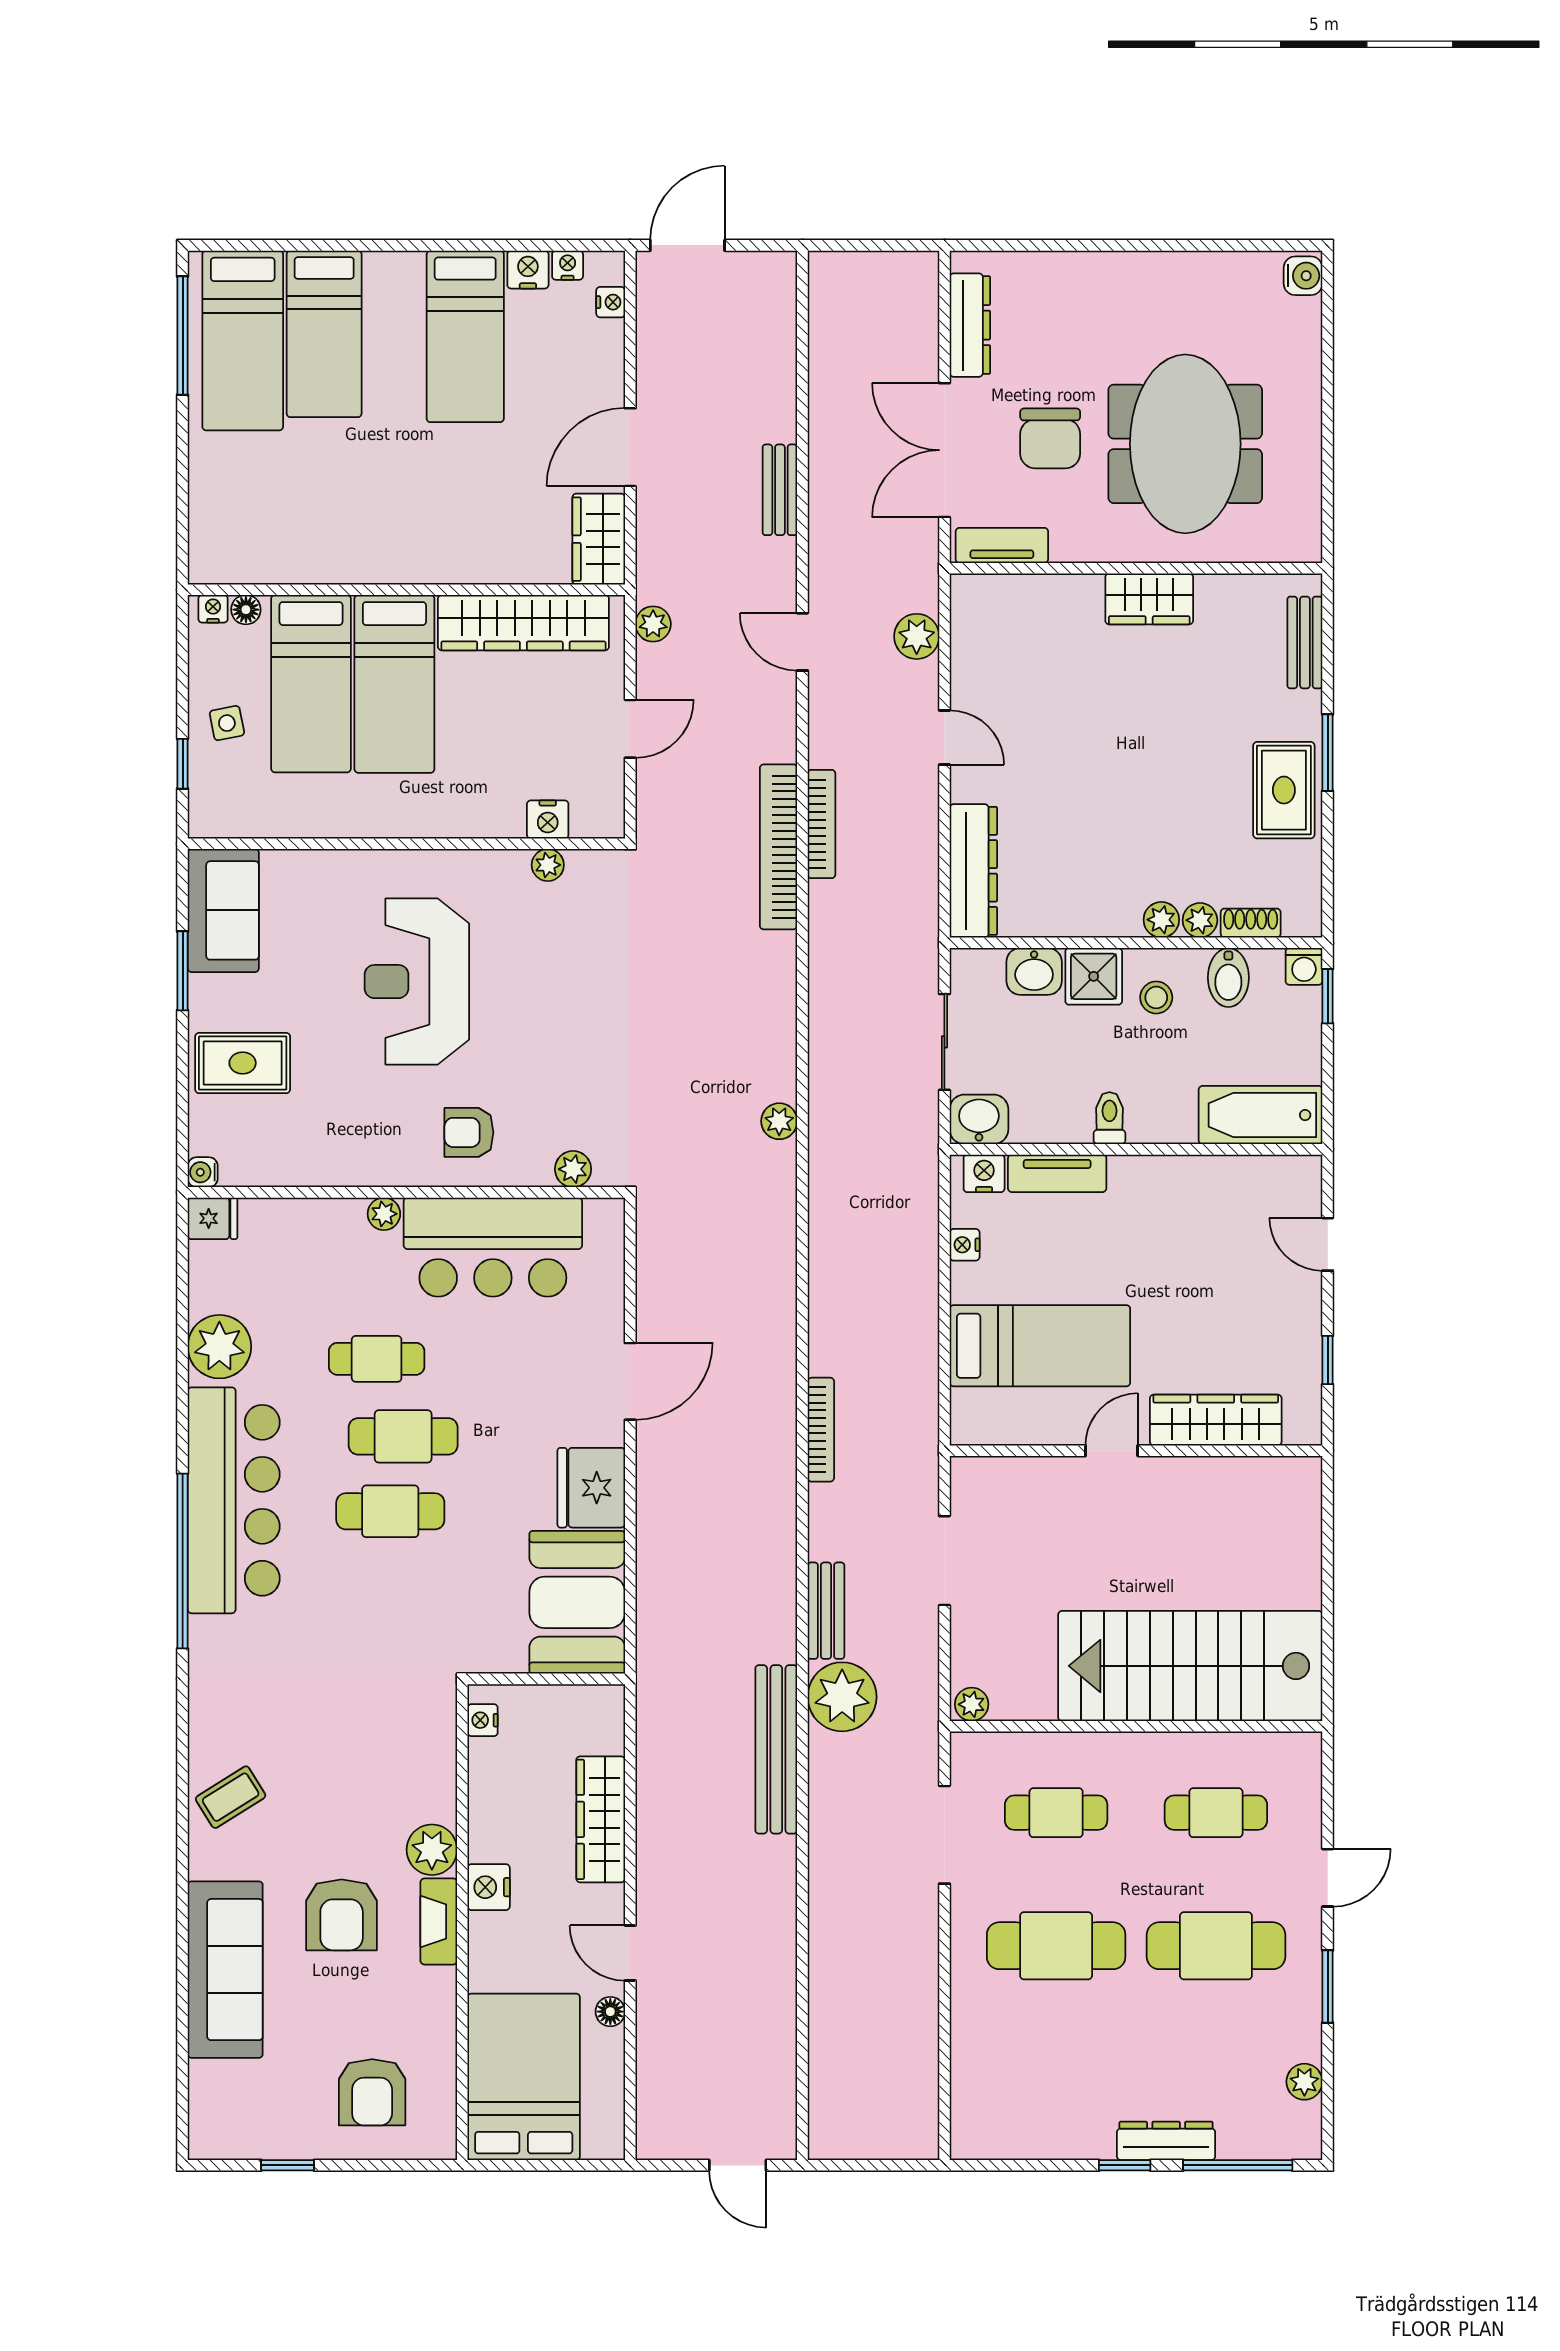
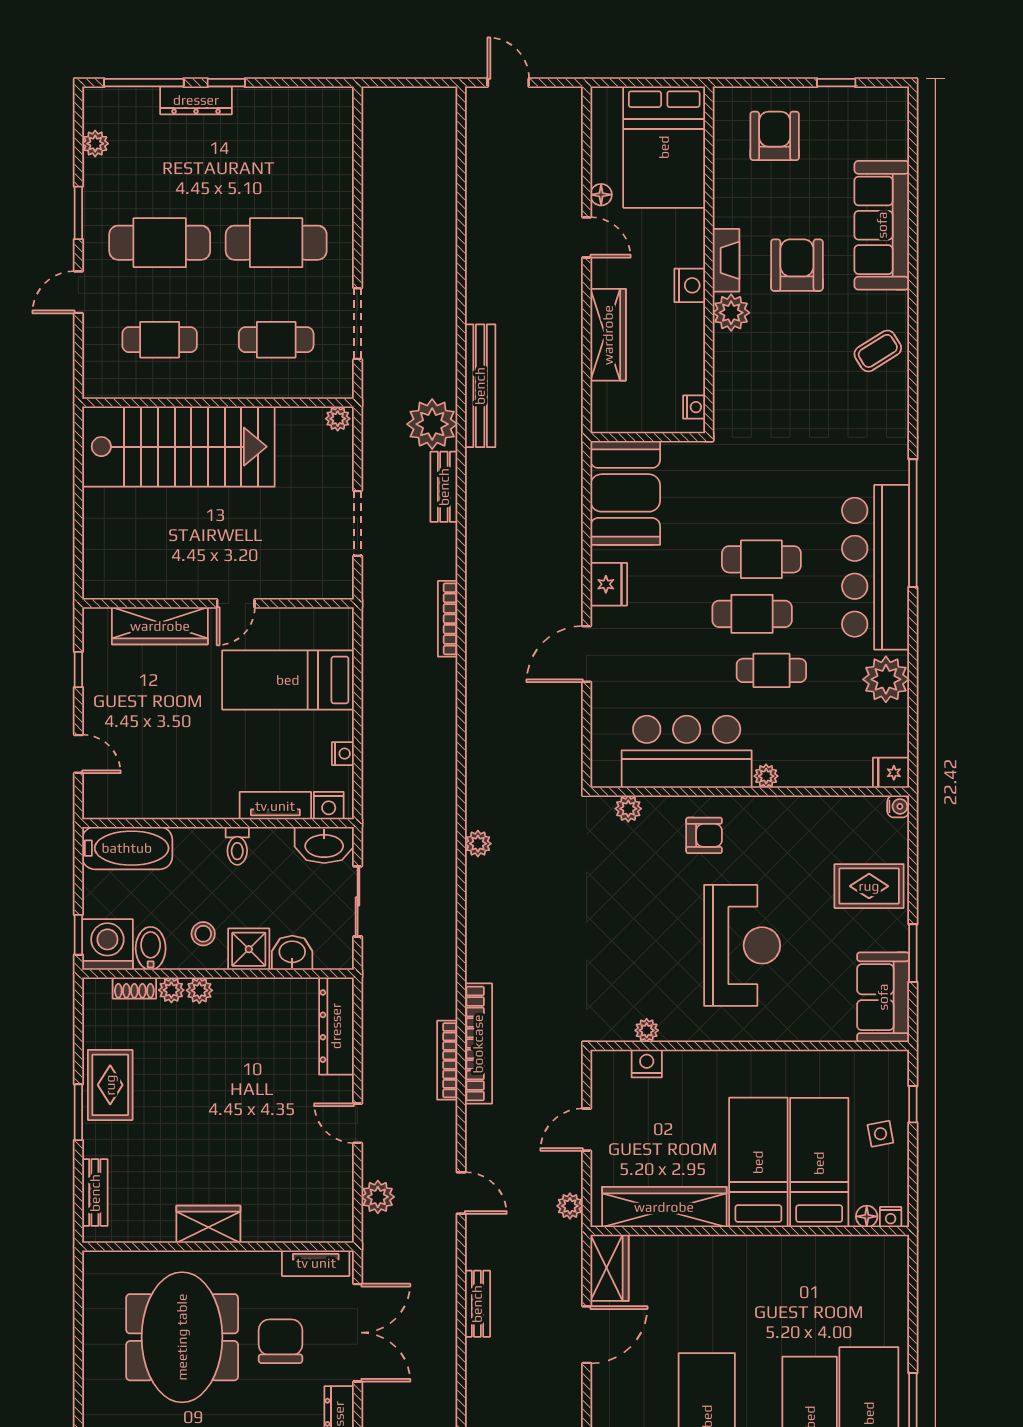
washing machine: (1304, 966) -> (107, 945), width x1.89, depth x1.89
washbasin: (979, 1119) -> (324, 845), width x1.38
fridge: (591, 1488) -> (609, 584), width x0.73, depth x0.75

